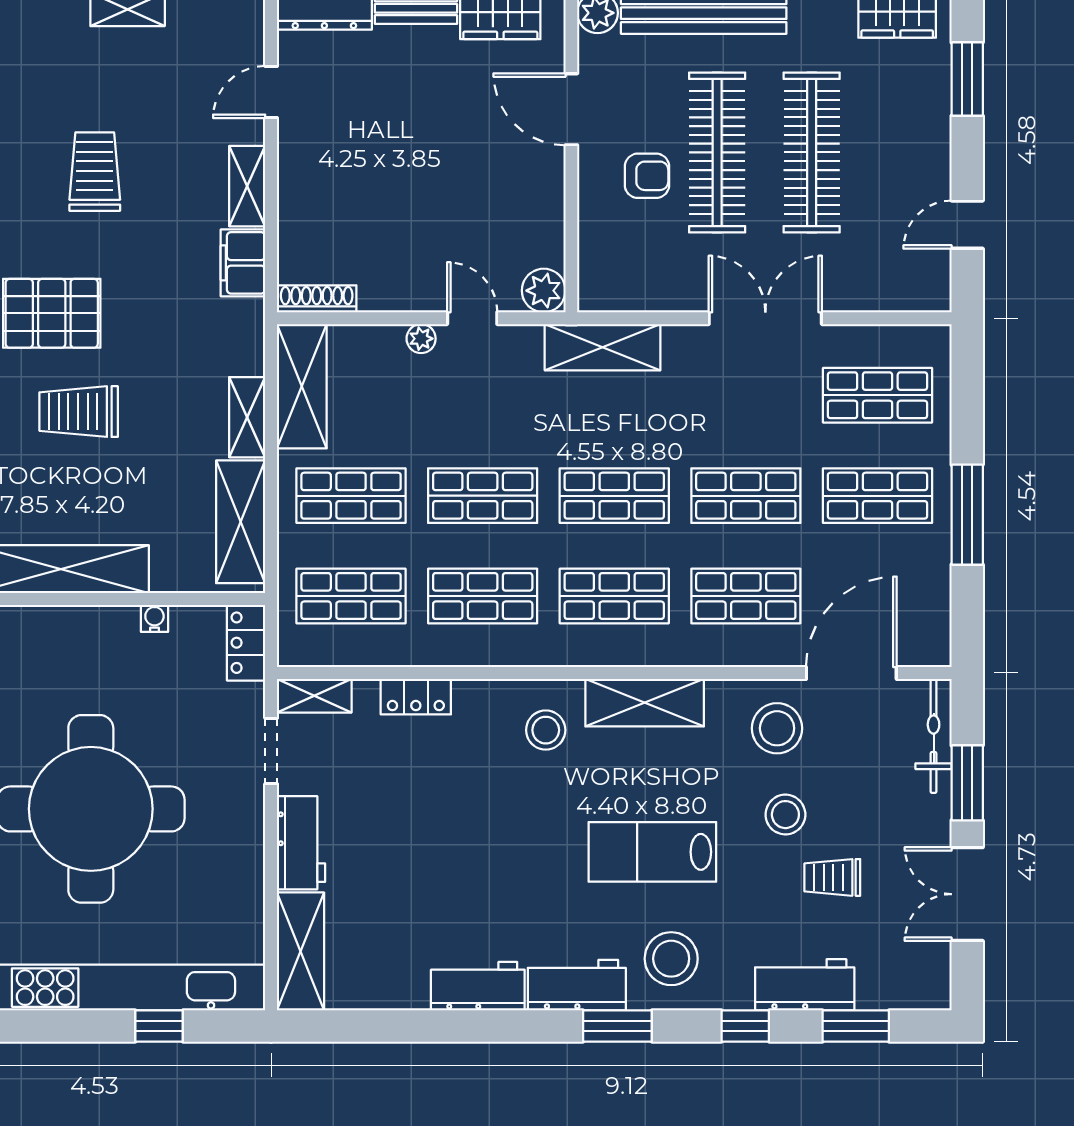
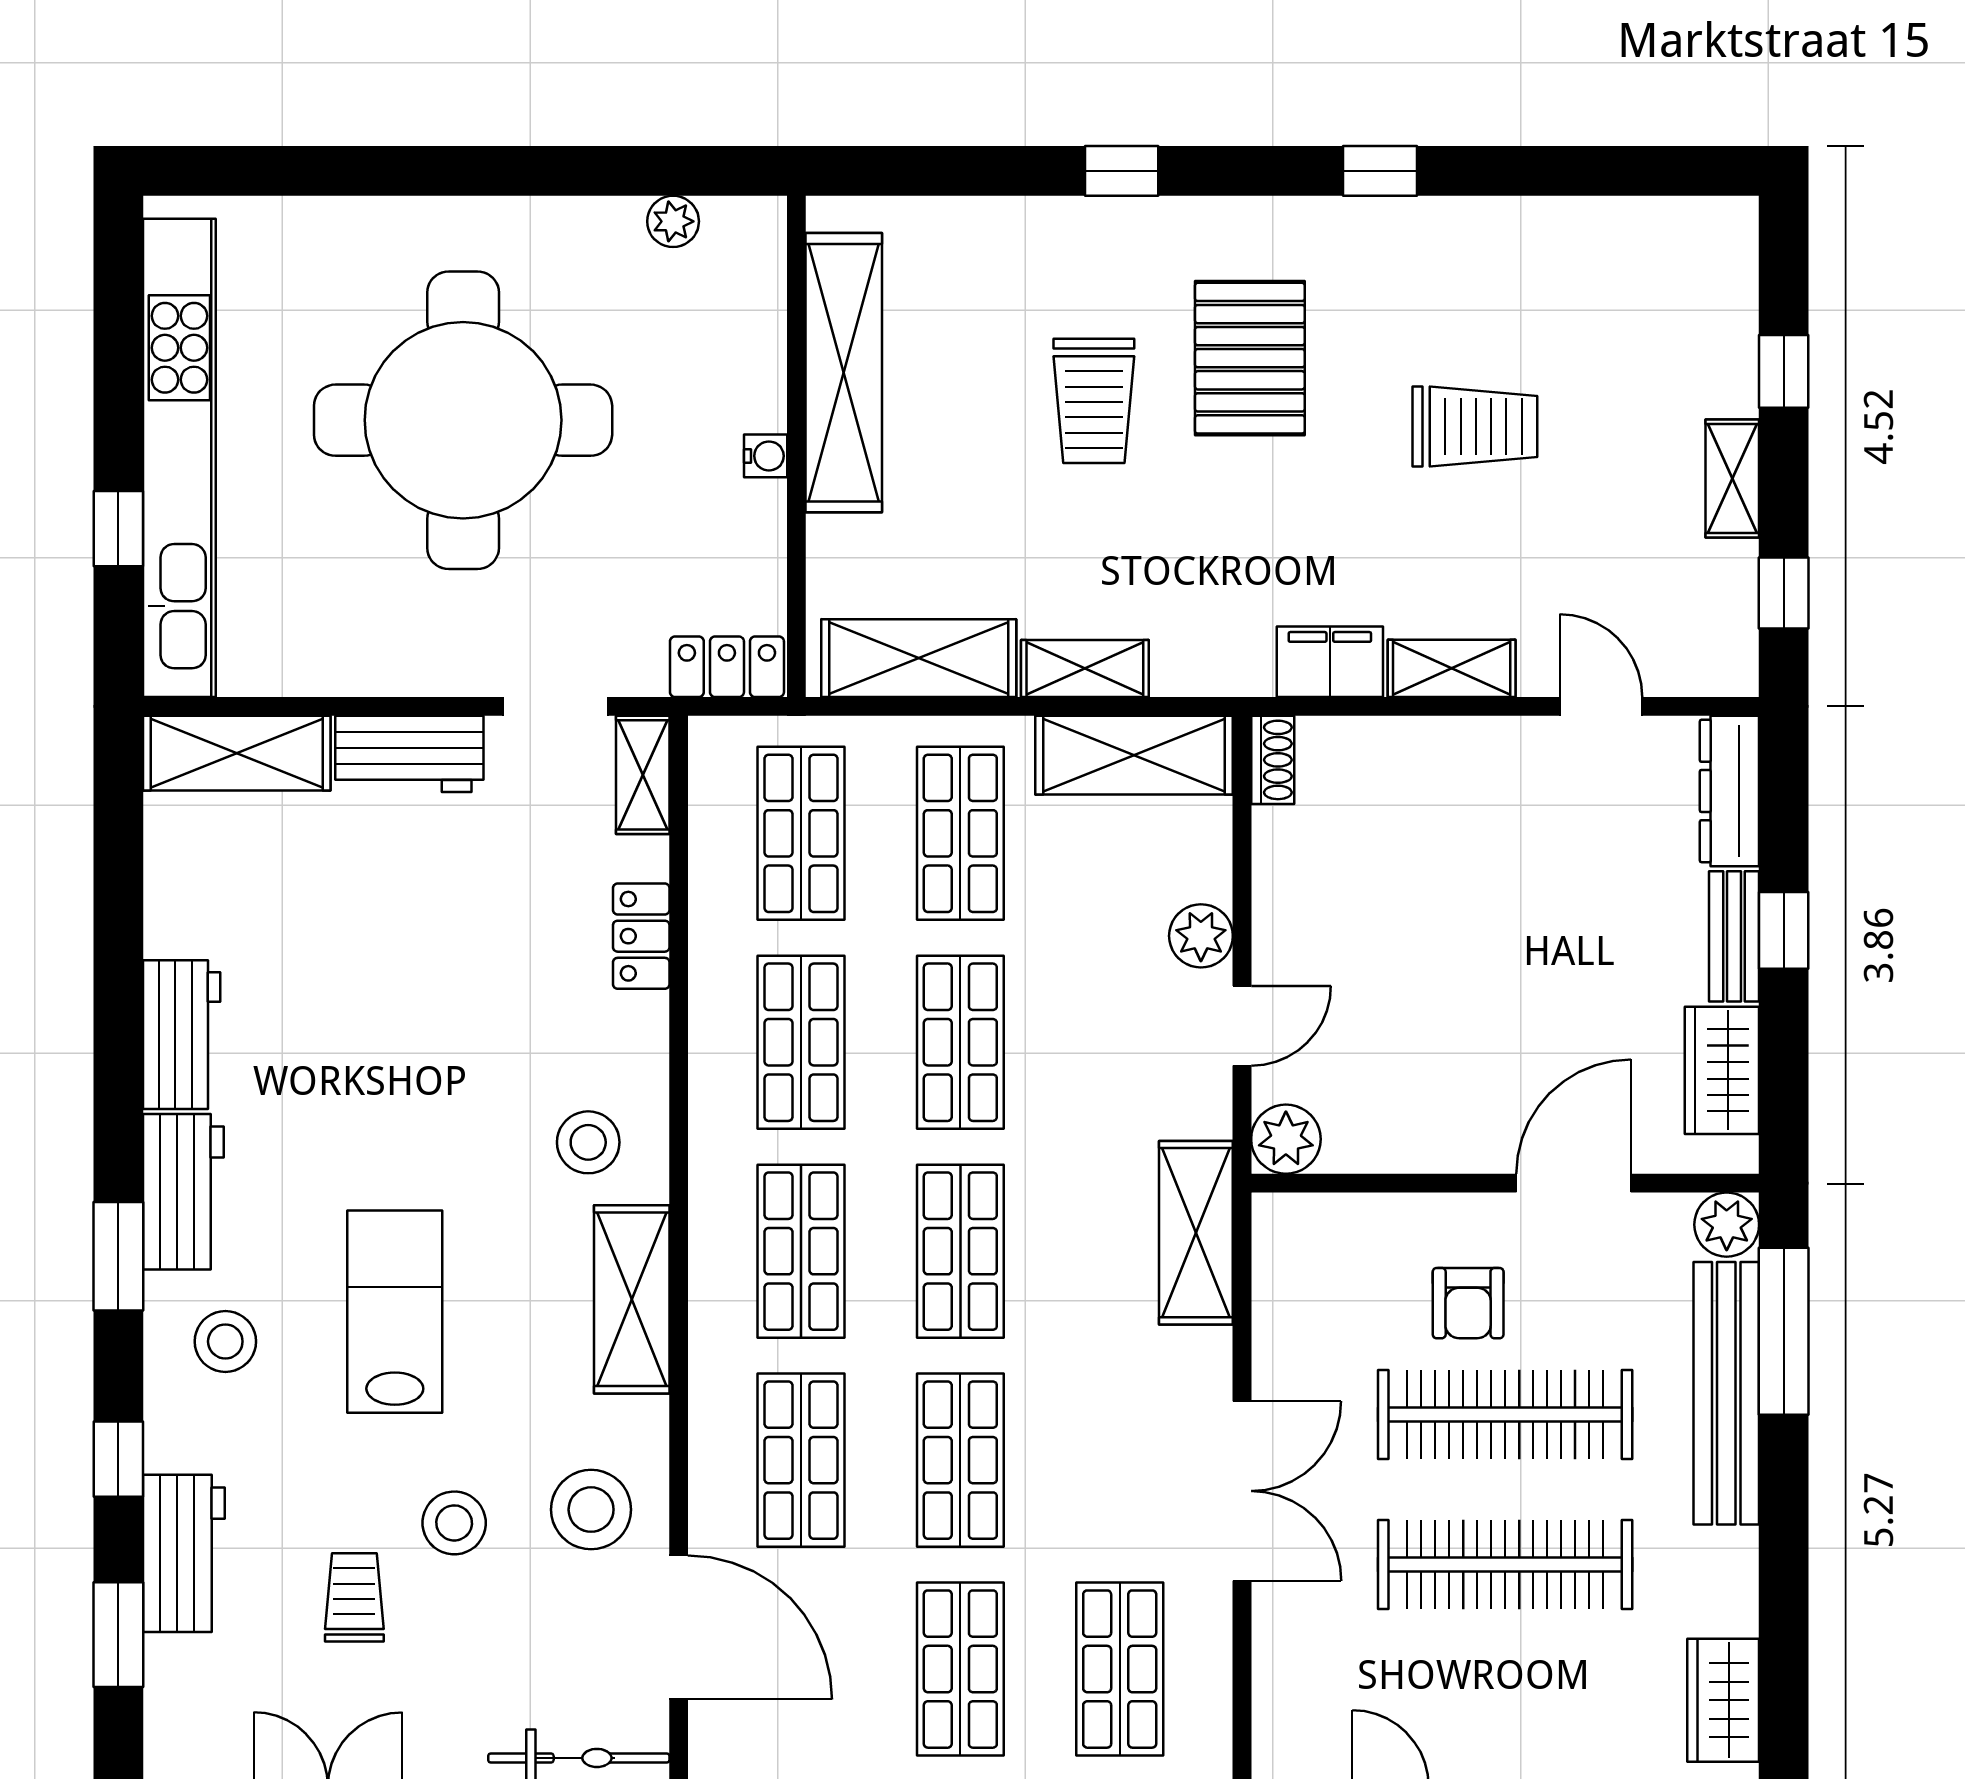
shoe rack: (317, 299) -> (1273, 760), width x0.70
plant: (421, 339) -> (1201, 936), width x1.38, depth x1.38
trolley: (79, 412) -> (1094, 401), turned 180
water cooler: (154, 618) -> (766, 456), moved
stool: (671, 959) -> (225, 1341), width x0.73, depth x0.73

